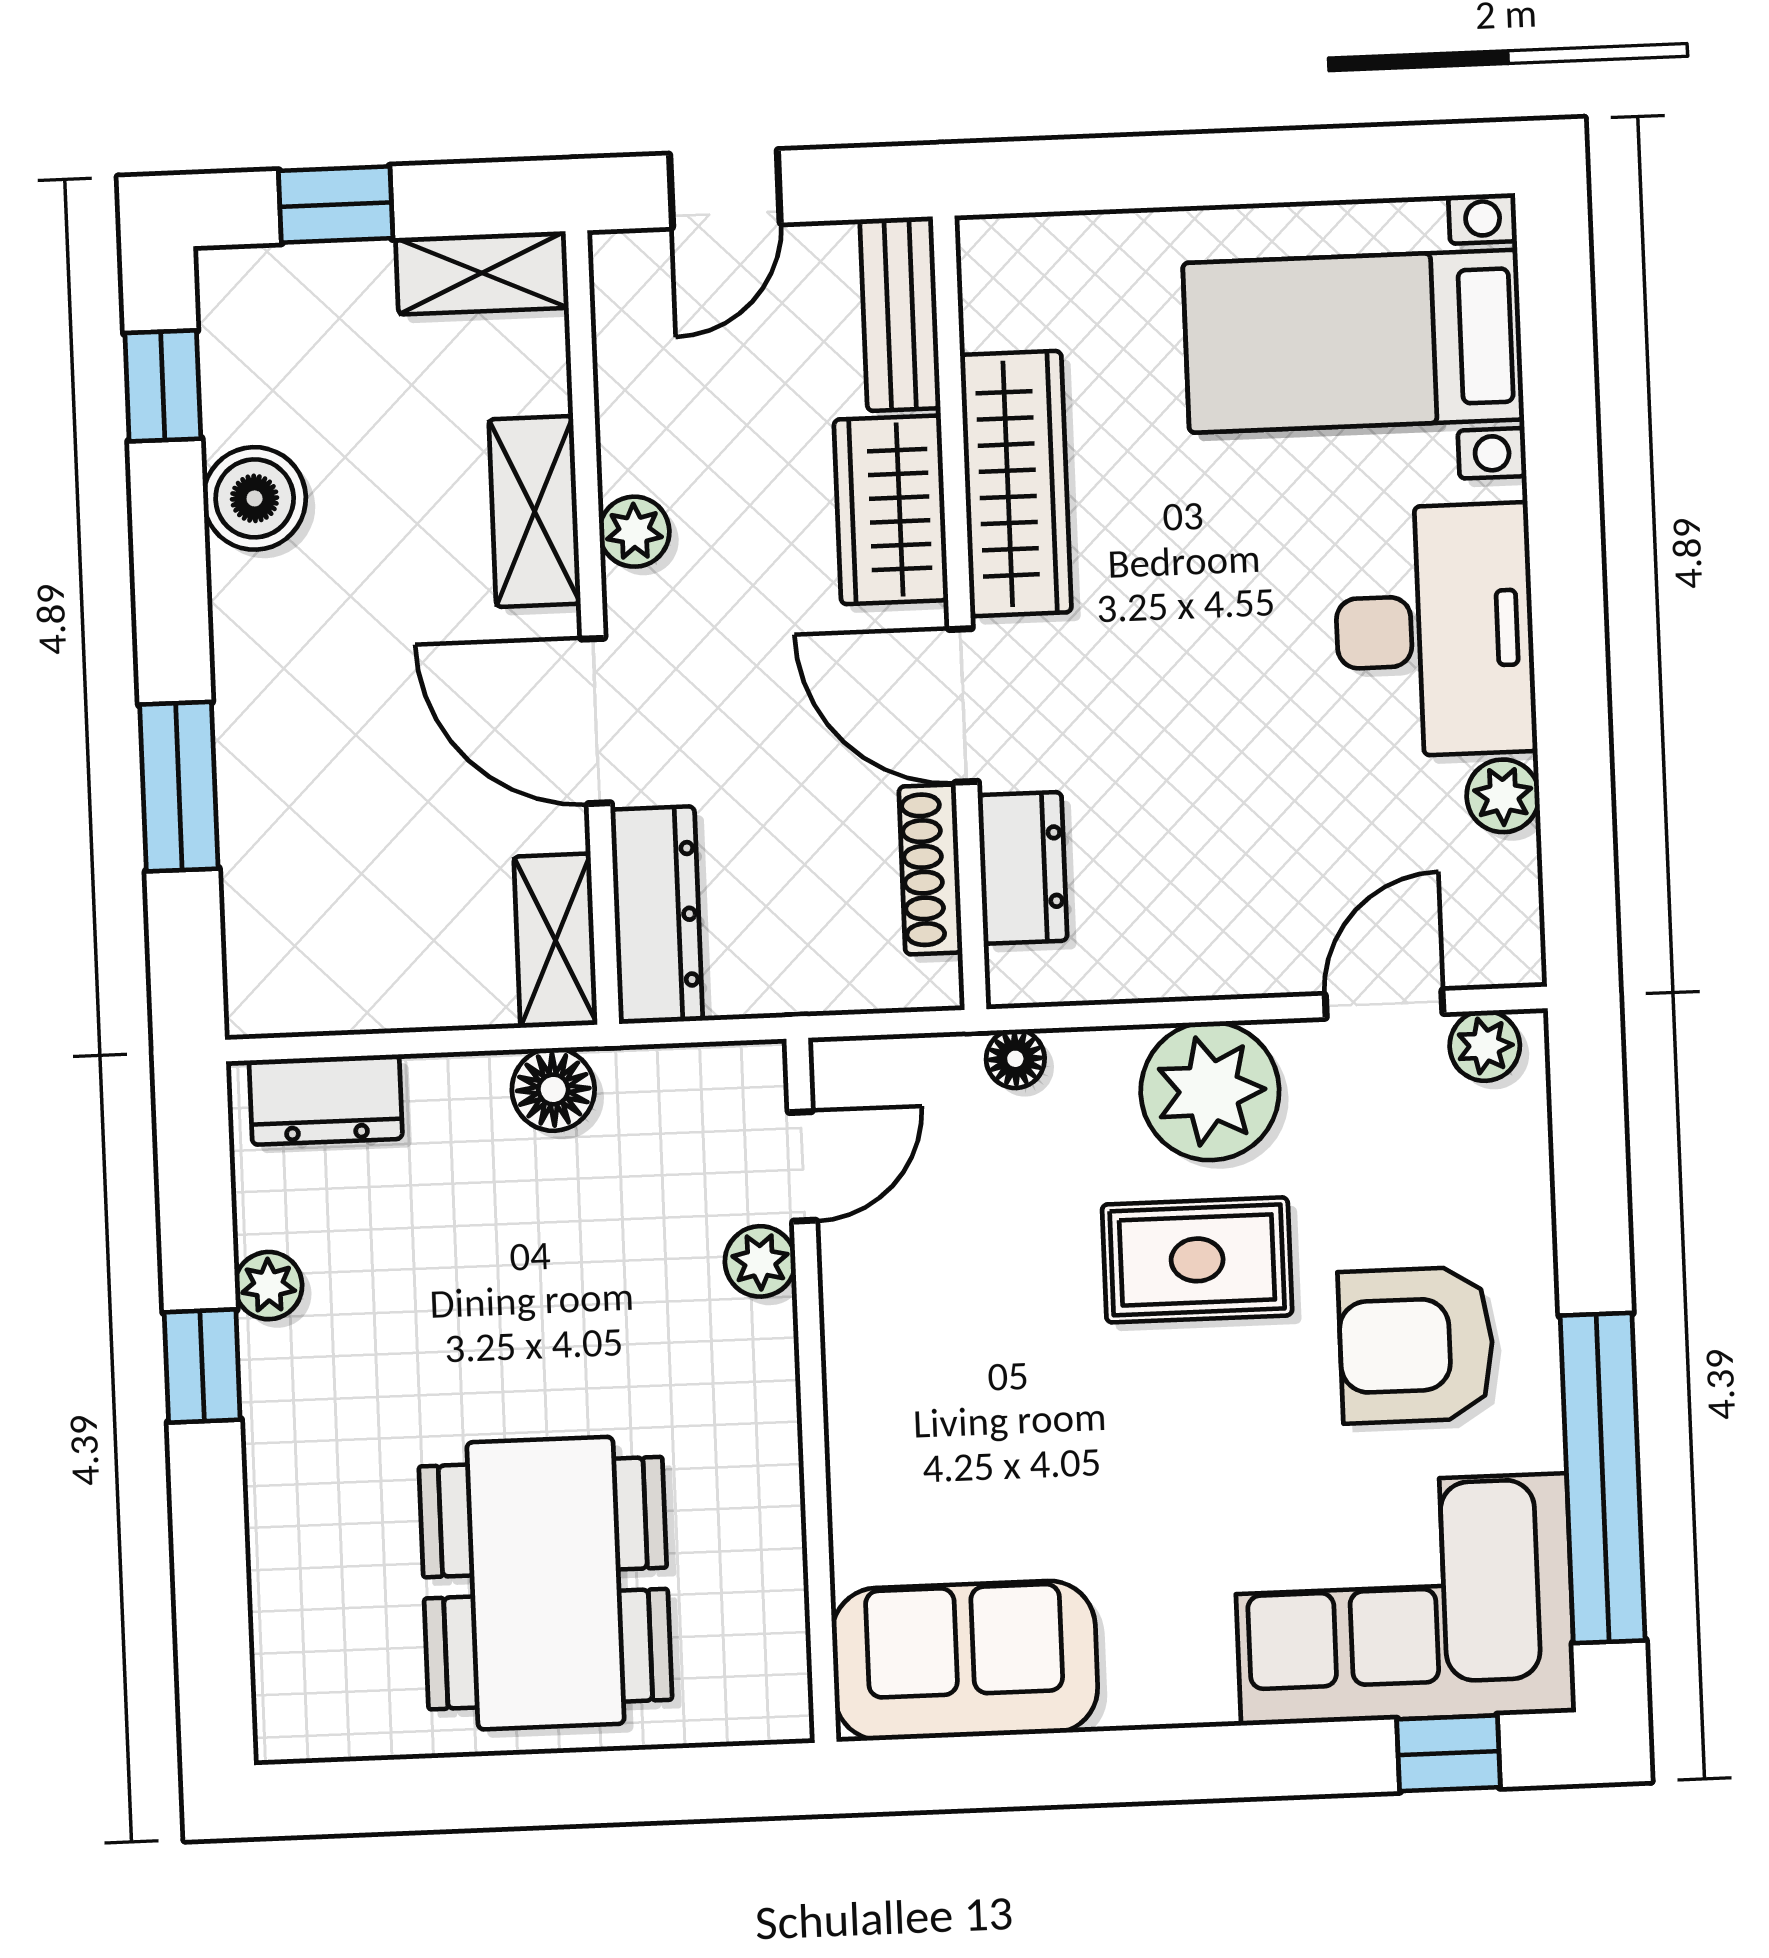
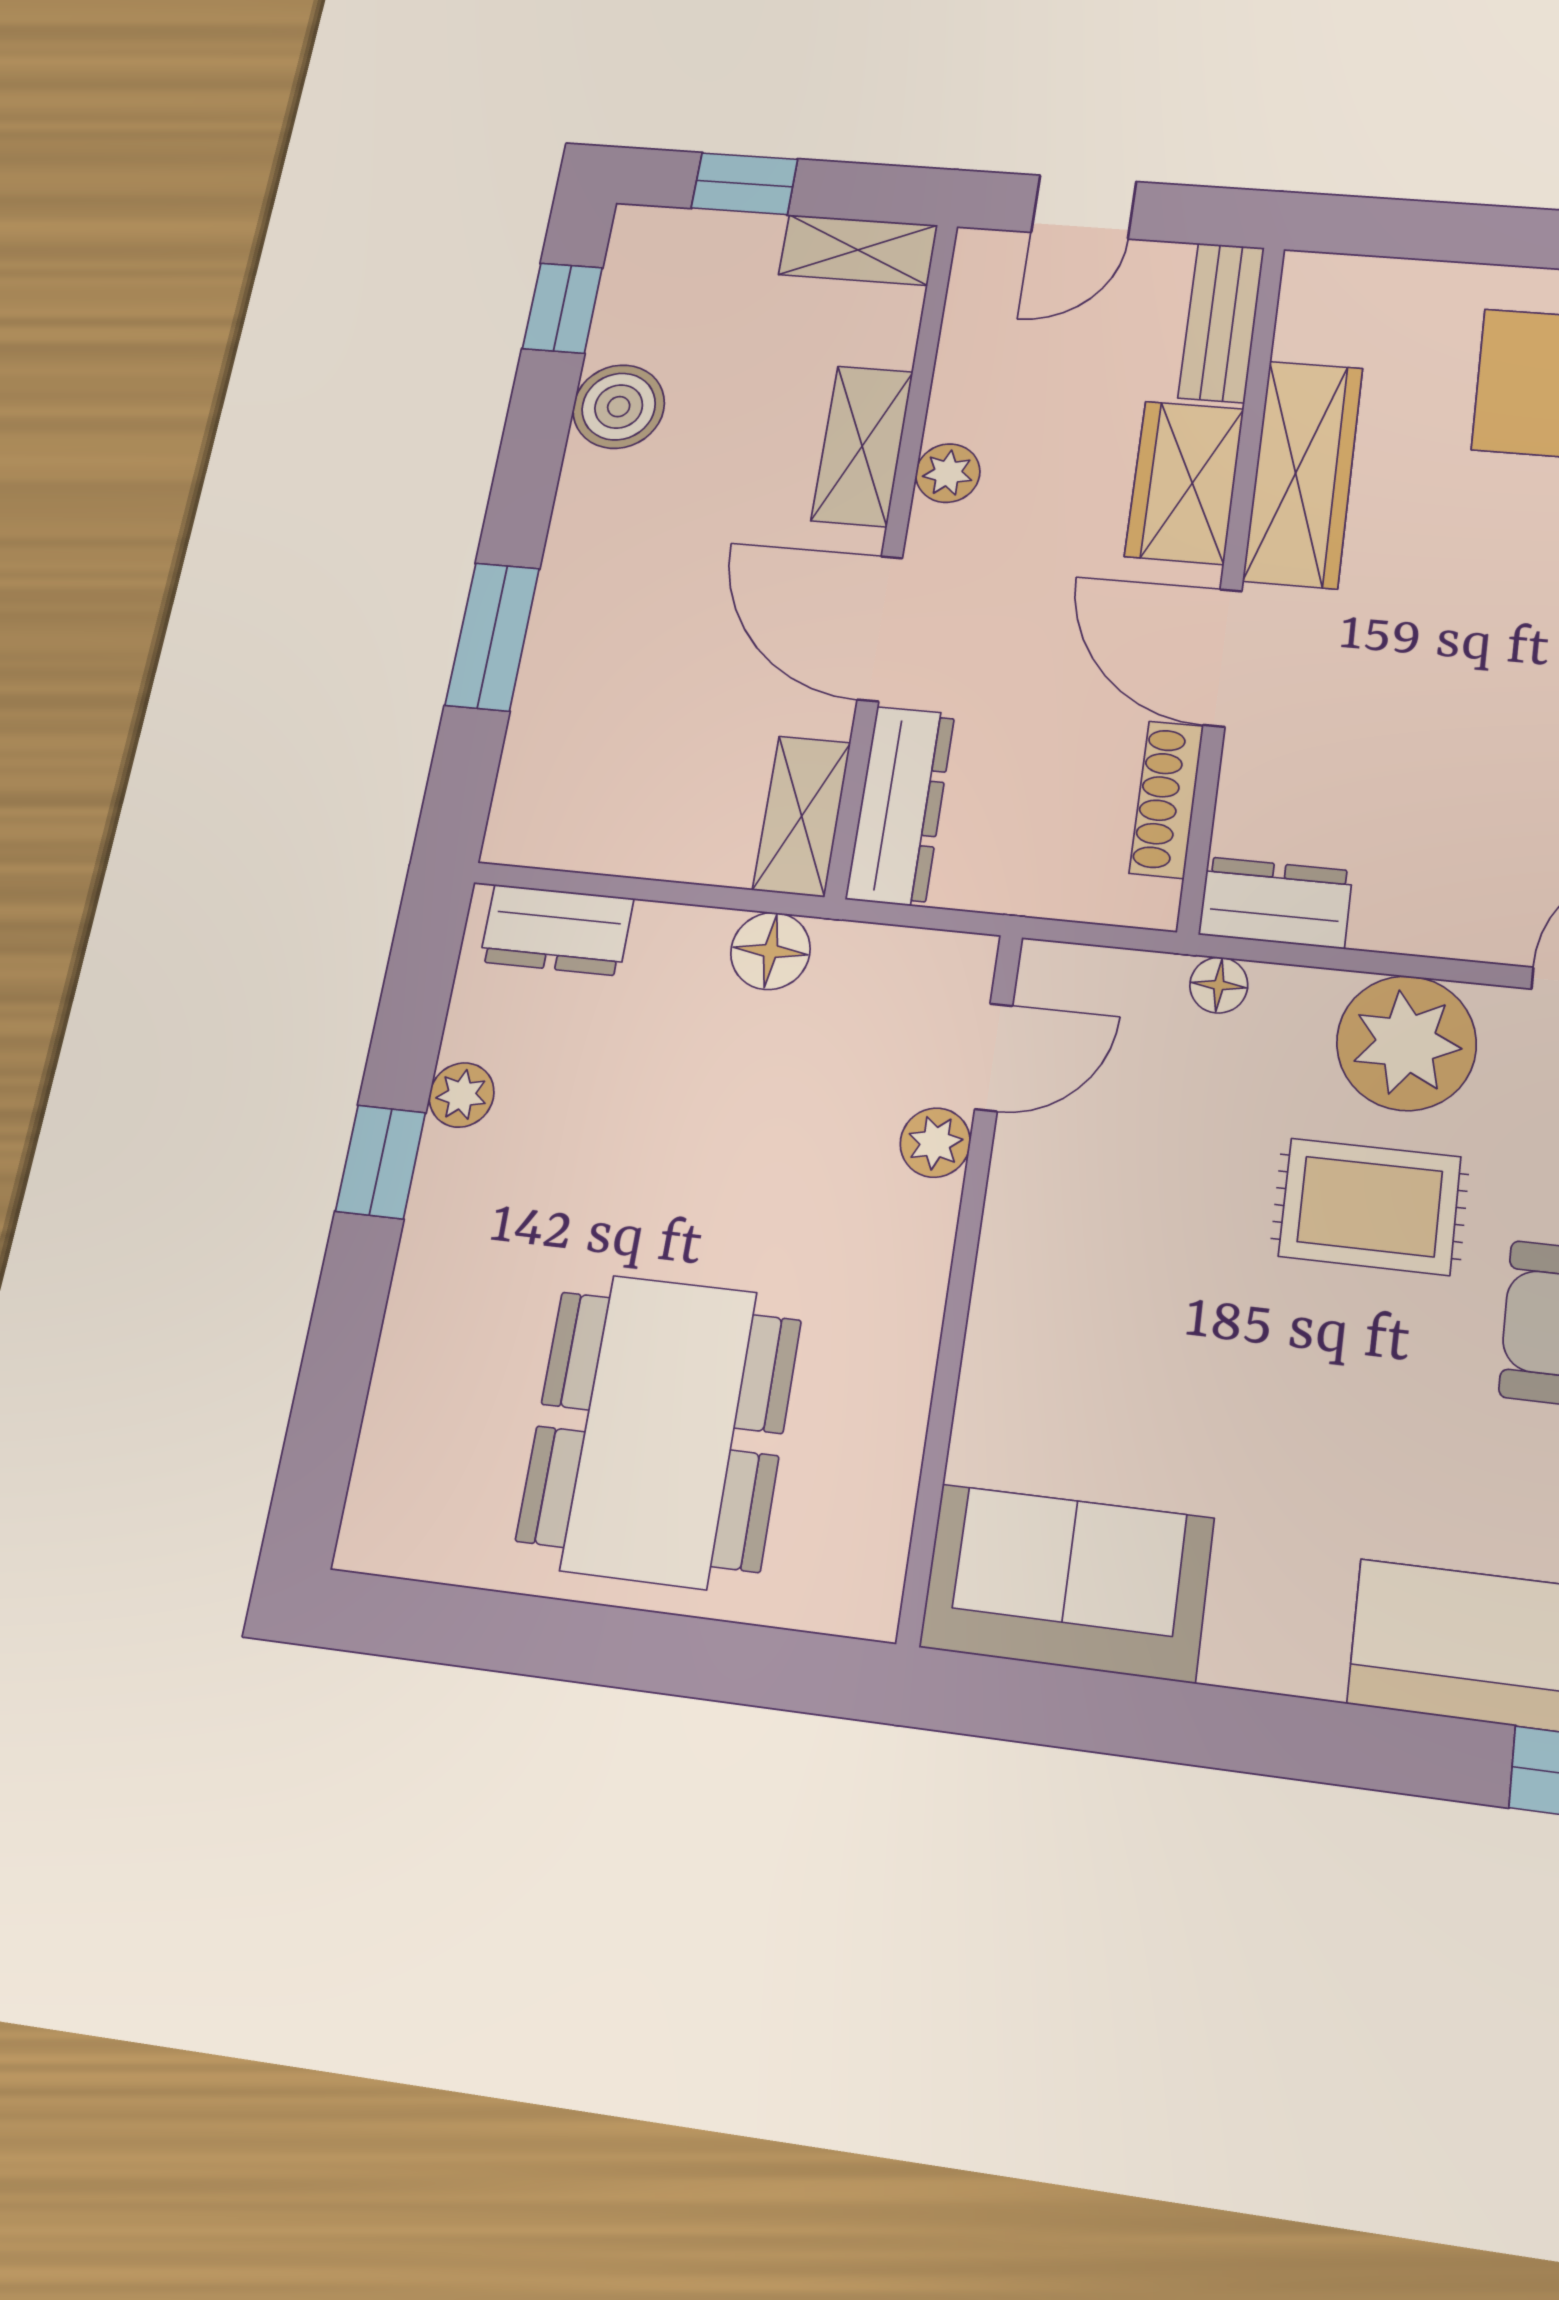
dresser: (1023, 868) -> (1276, 903), moved, turned -90

